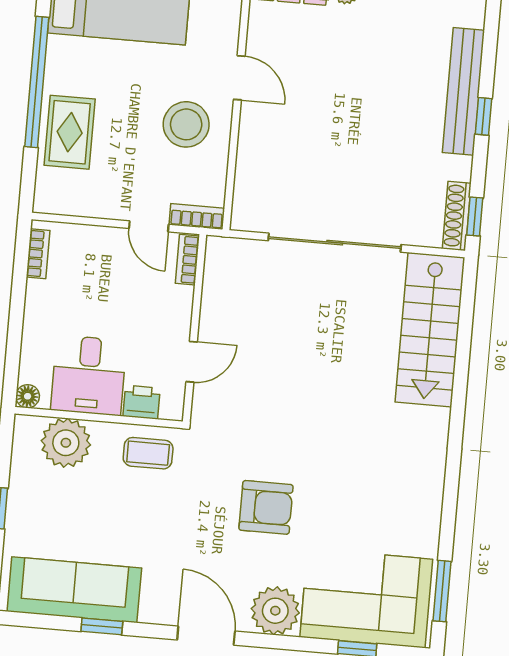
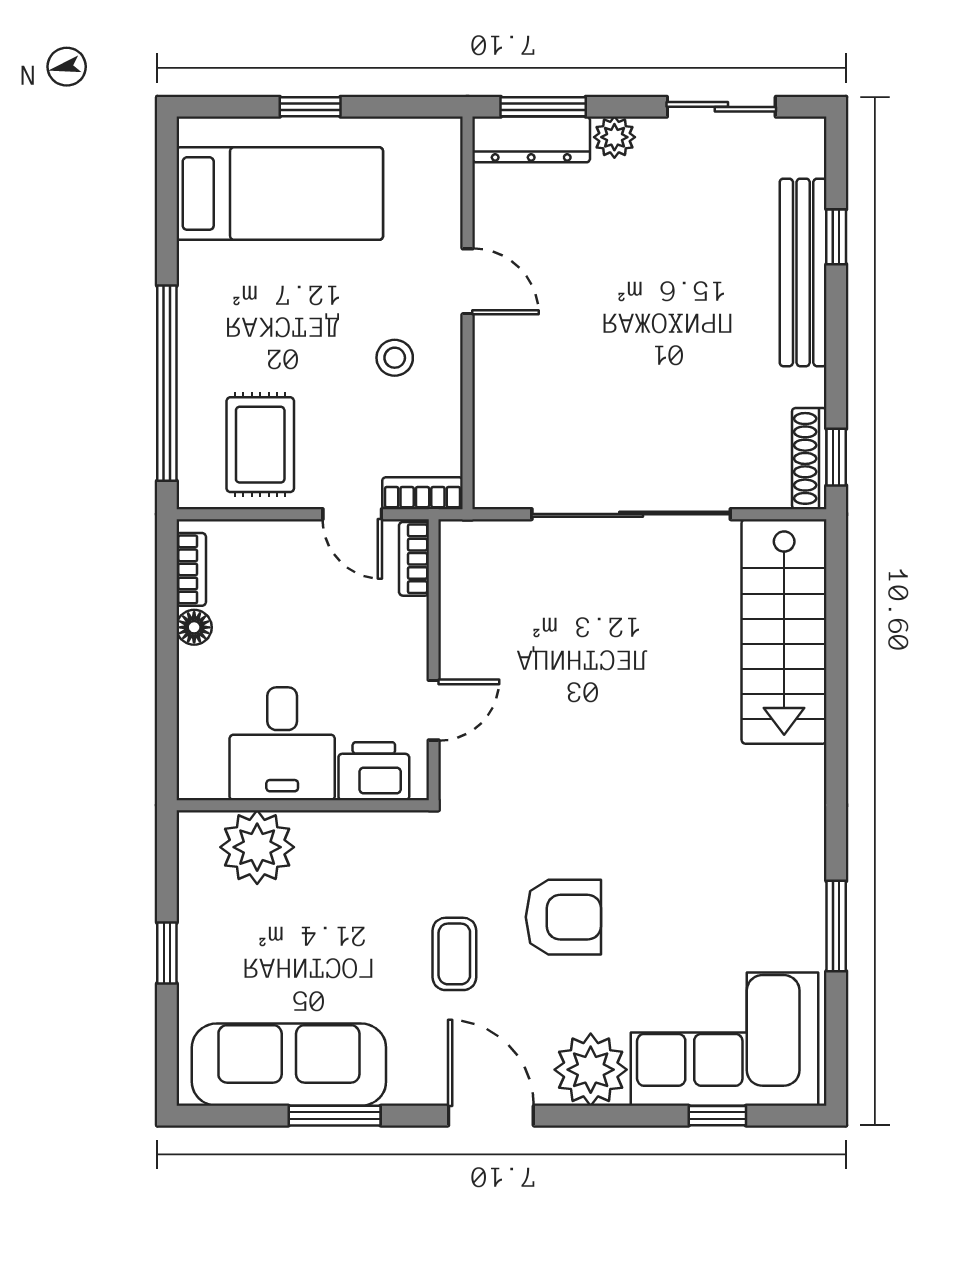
window: (37, 82) -> (167, 383), moved
window: (484, 116) -> (836, 237), moved
stool: (186, 124) -> (395, 358), width x0.53, depth x0.53
rug: (70, 132) -> (260, 445), moved
floor lamp: (28, 396) -> (194, 627), moved
printer: (141, 402) -> (374, 771), width x1.36, depth x1.24
coffee table: (148, 453) -> (454, 954), moved, turned 90
window: (442, 591) -> (836, 926), moved
window: (102, 626) -> (335, 1116), width x1.50

